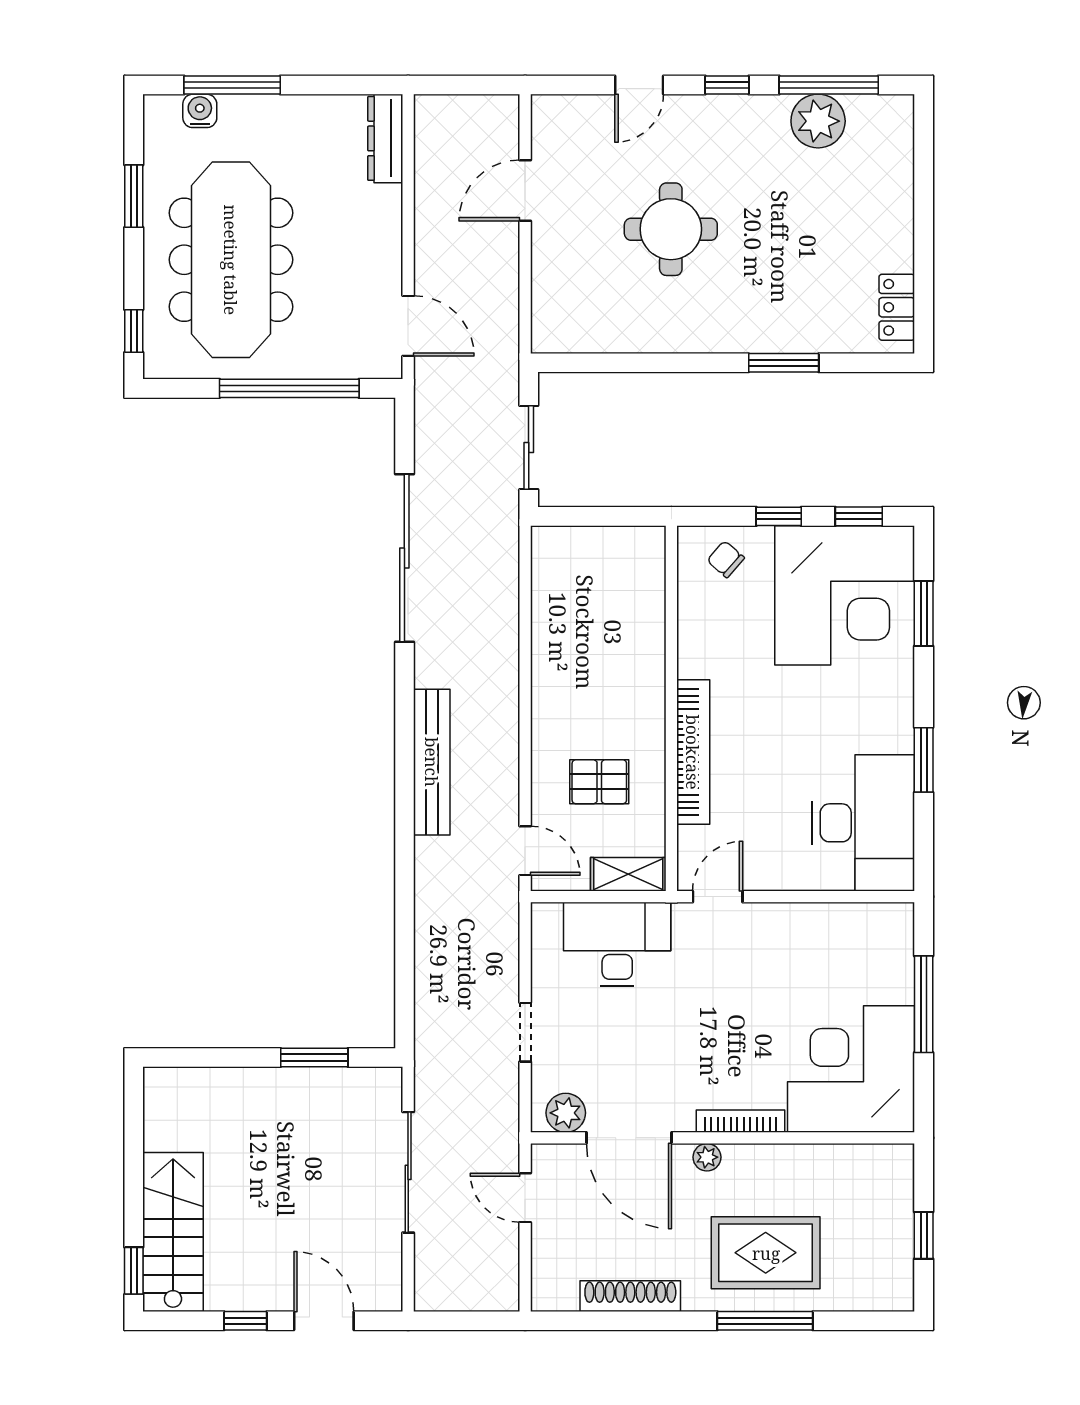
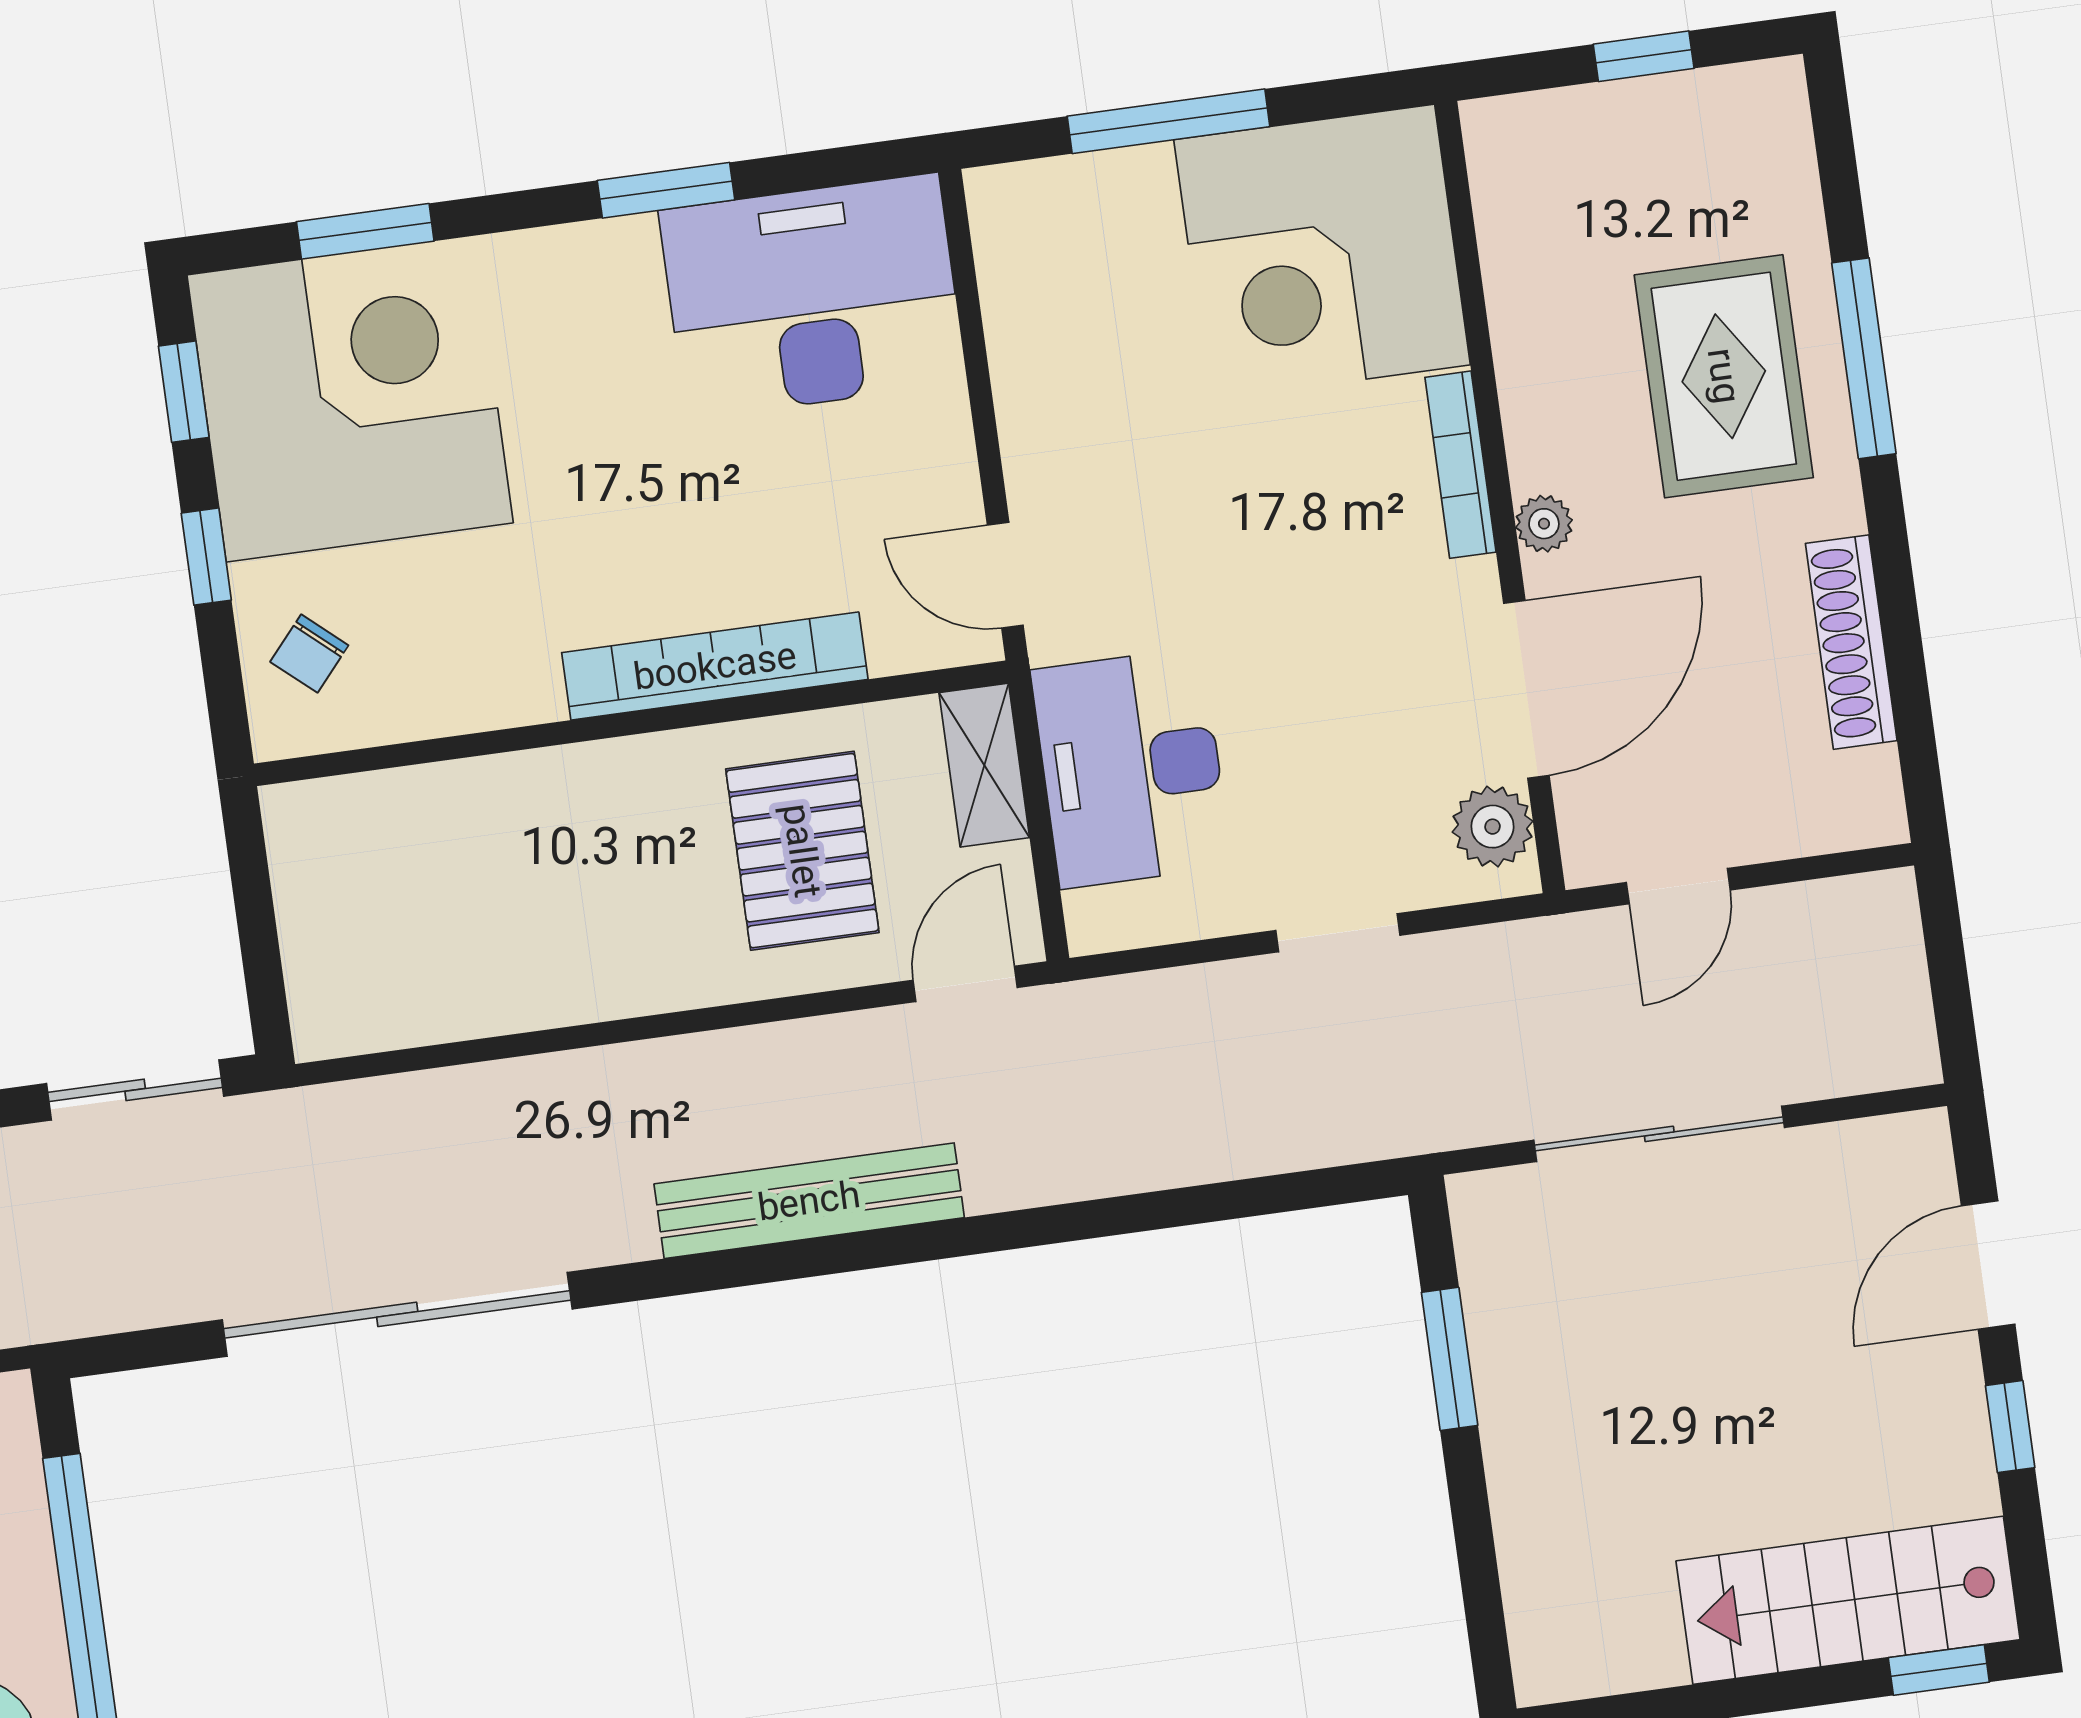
pallet: (599, 782) -> (802, 851), width x1.50, depth x1.42

